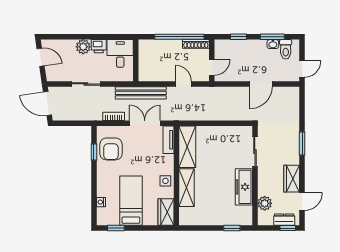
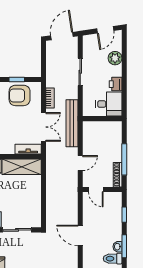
window: (179, 37) -> (124, 159), width x0.68
plant: (83, 47) -> (115, 58), moved

